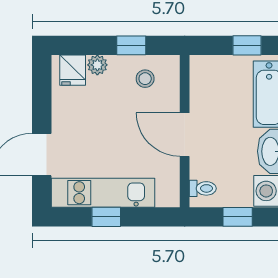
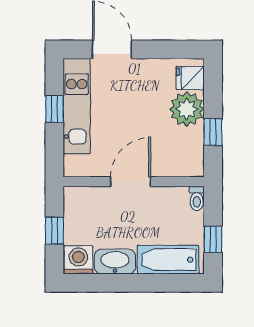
plant: (97, 65) -> (187, 109), width x1.88, depth x1.88
stool: (145, 79) -> (182, 145), removed
toilet: (203, 188) -> (197, 198), moved

